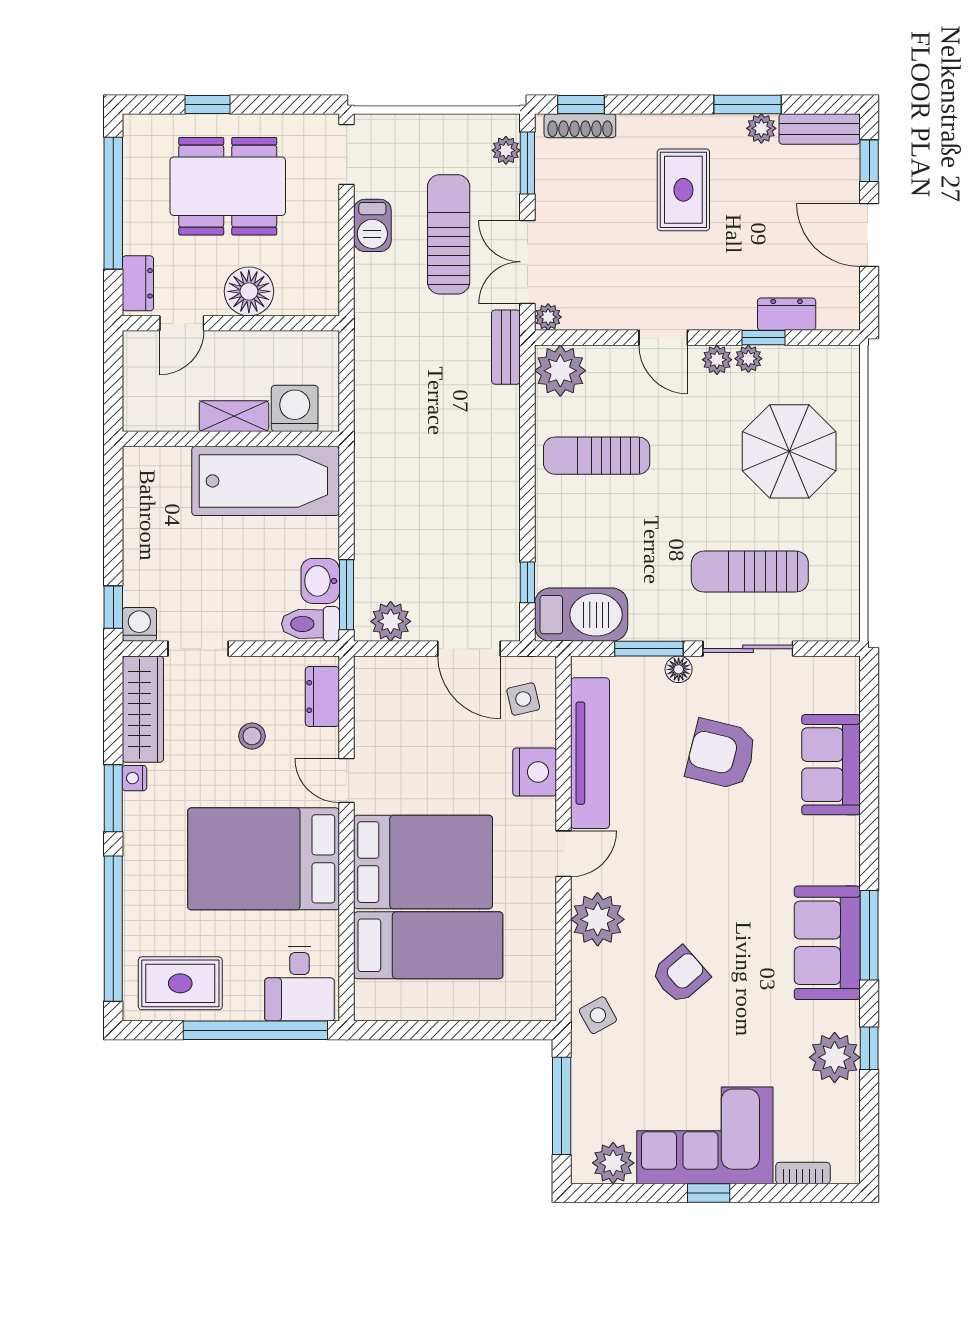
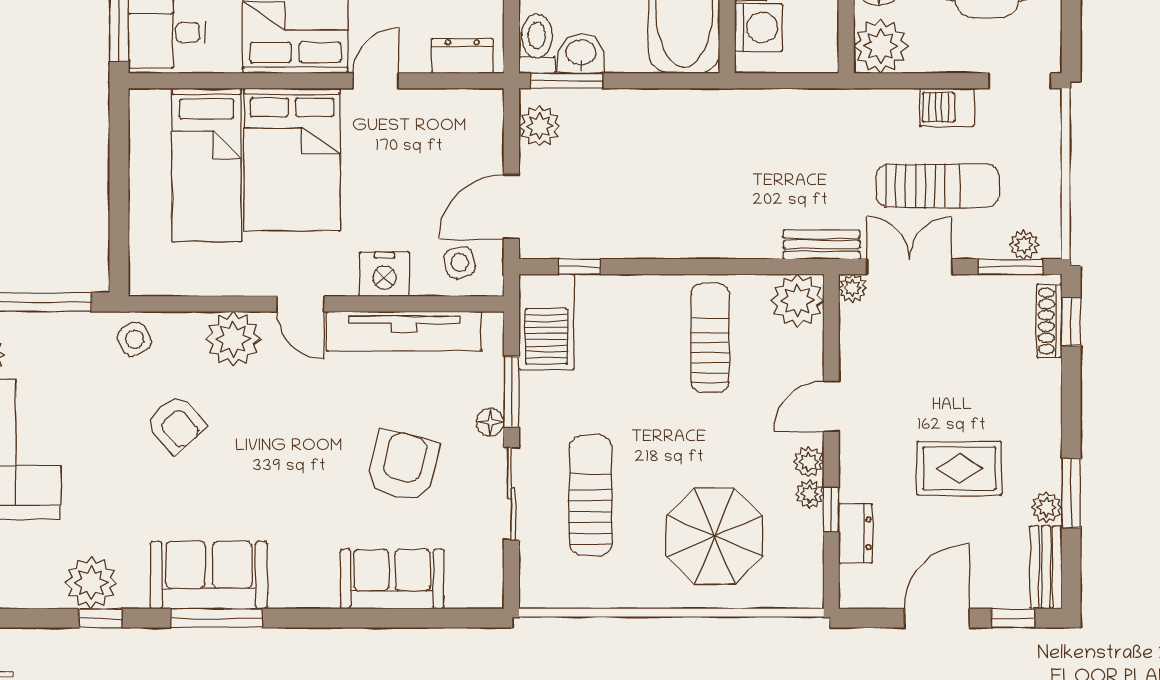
rug: (683, 190) -> (959, 468), moved
plant: (313, 290) -> (881, 46), added

